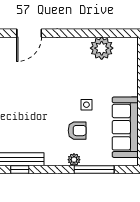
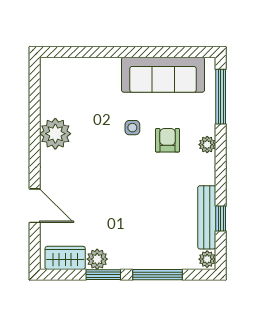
plant: (102, 48) -> (55, 134), moved
window: (94, 169) -> (221, 97), moved

